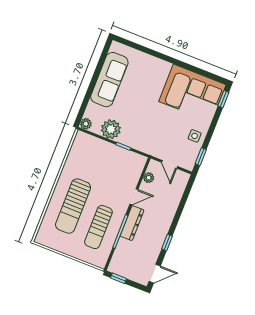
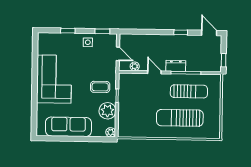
corner sofa: (192, 93) -> (54, 79), moved
window: (223, 99) -> (68, 31), moved
coffee table: (140, 131) -> (100, 87), added
door: (169, 164) -> (118, 54), hinge flipped
sun lounger: (73, 206) -> (180, 118), turned 180
dresser: (132, 223) -> (176, 66), width x0.70

